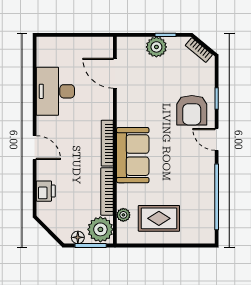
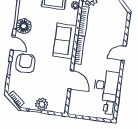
door: (115, 73) -> (71, 80), moved
door: (35, 148) -> (124, 53), hinge flipped
floor lamp: (203, 170) -> (24, 26), added
printer: (46, 191) -> (109, 108), moved

